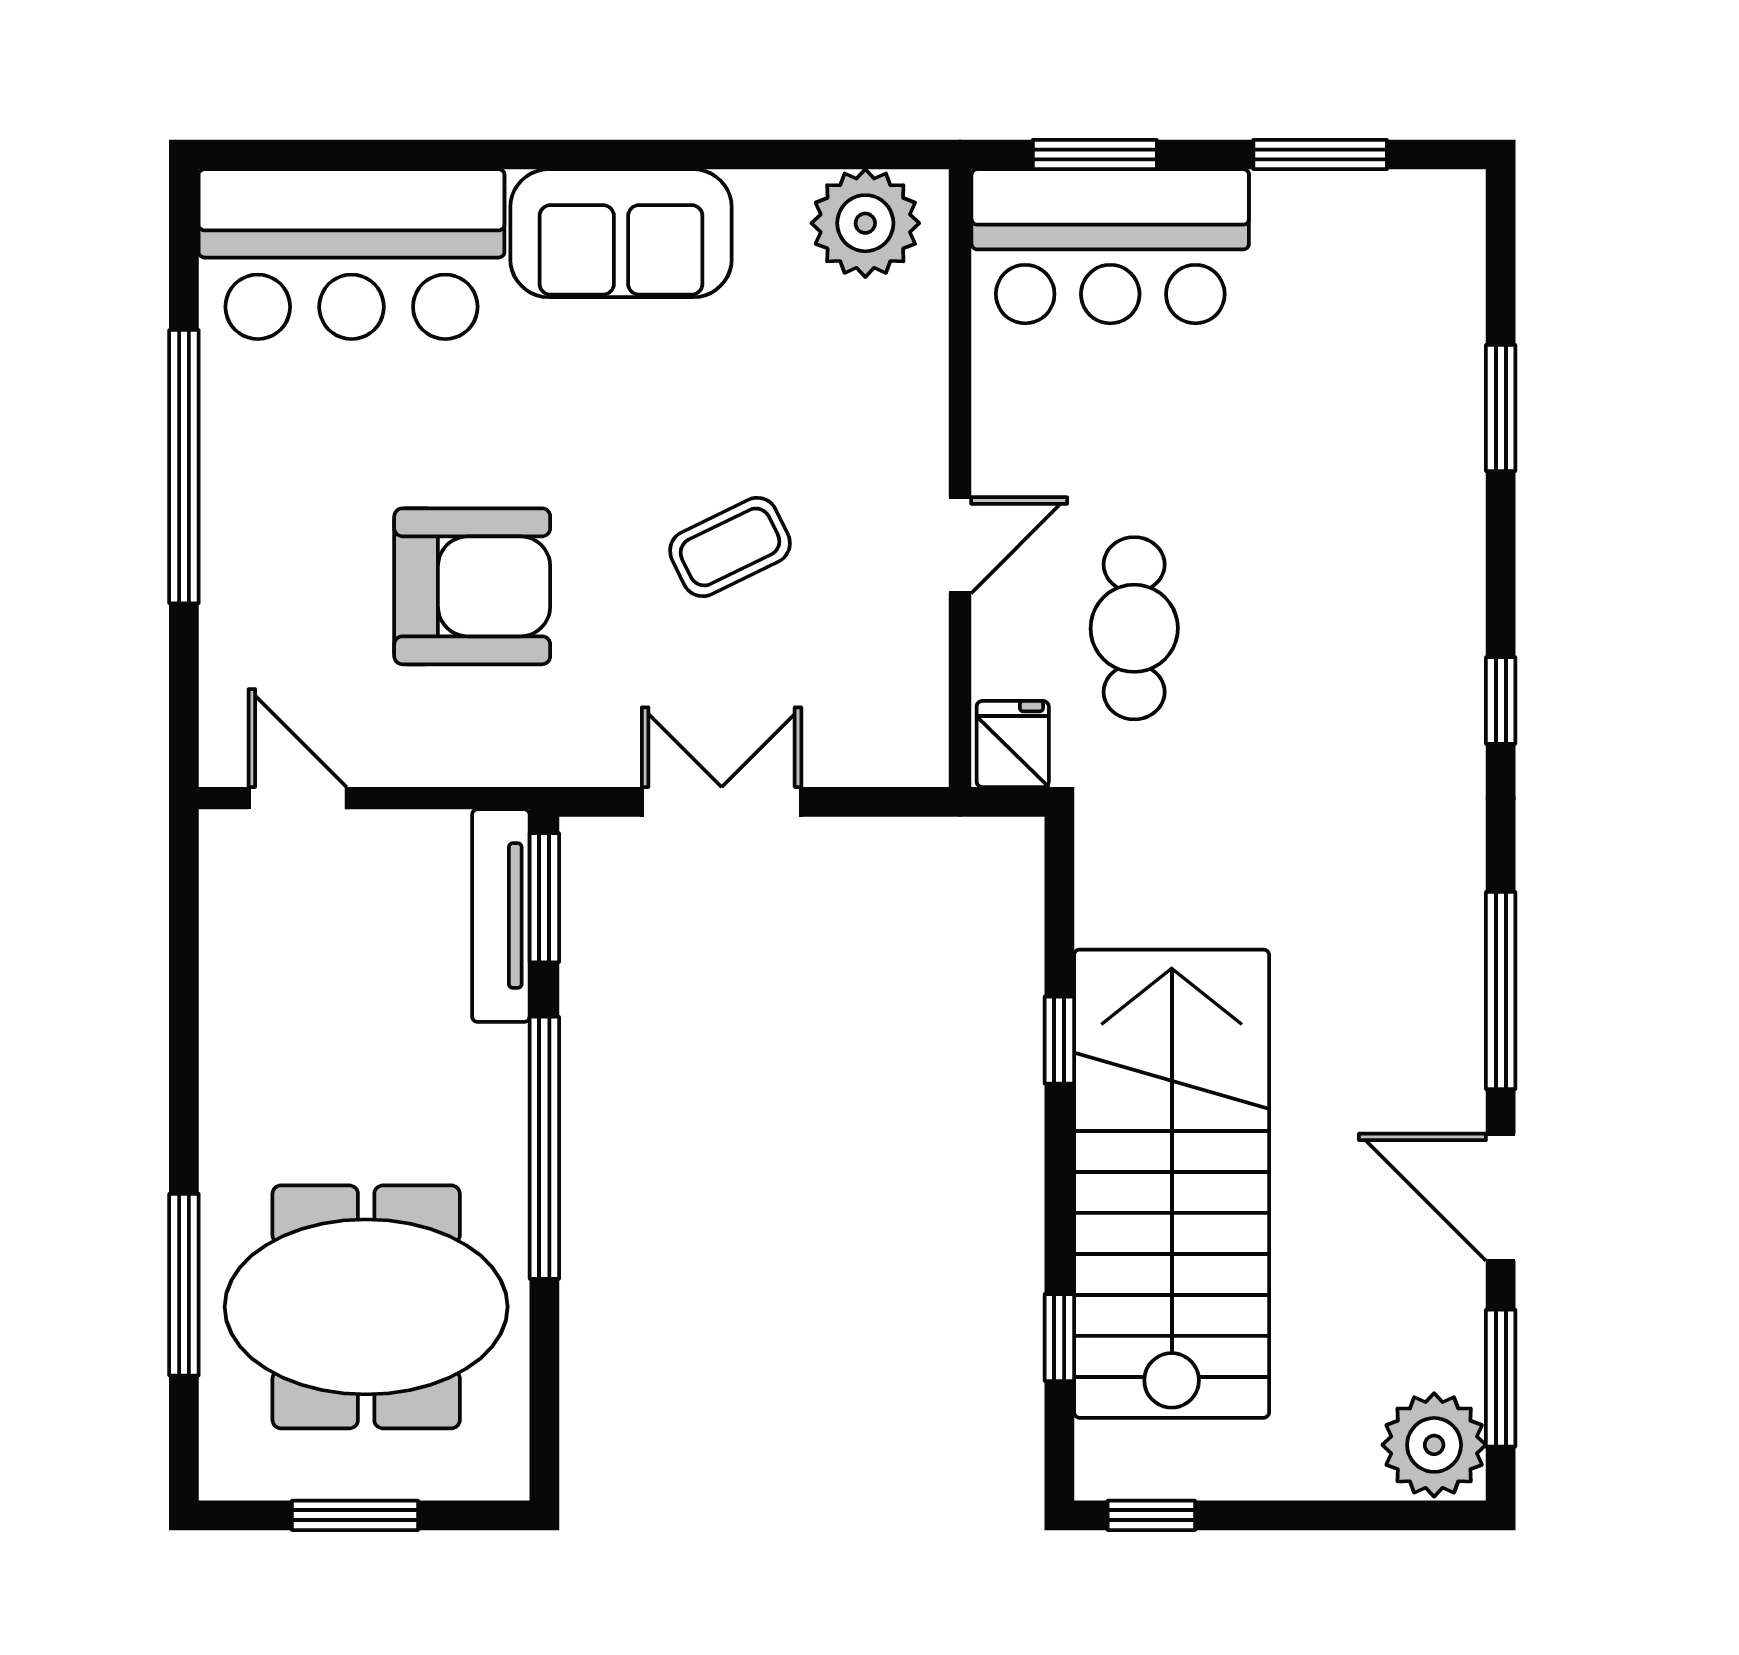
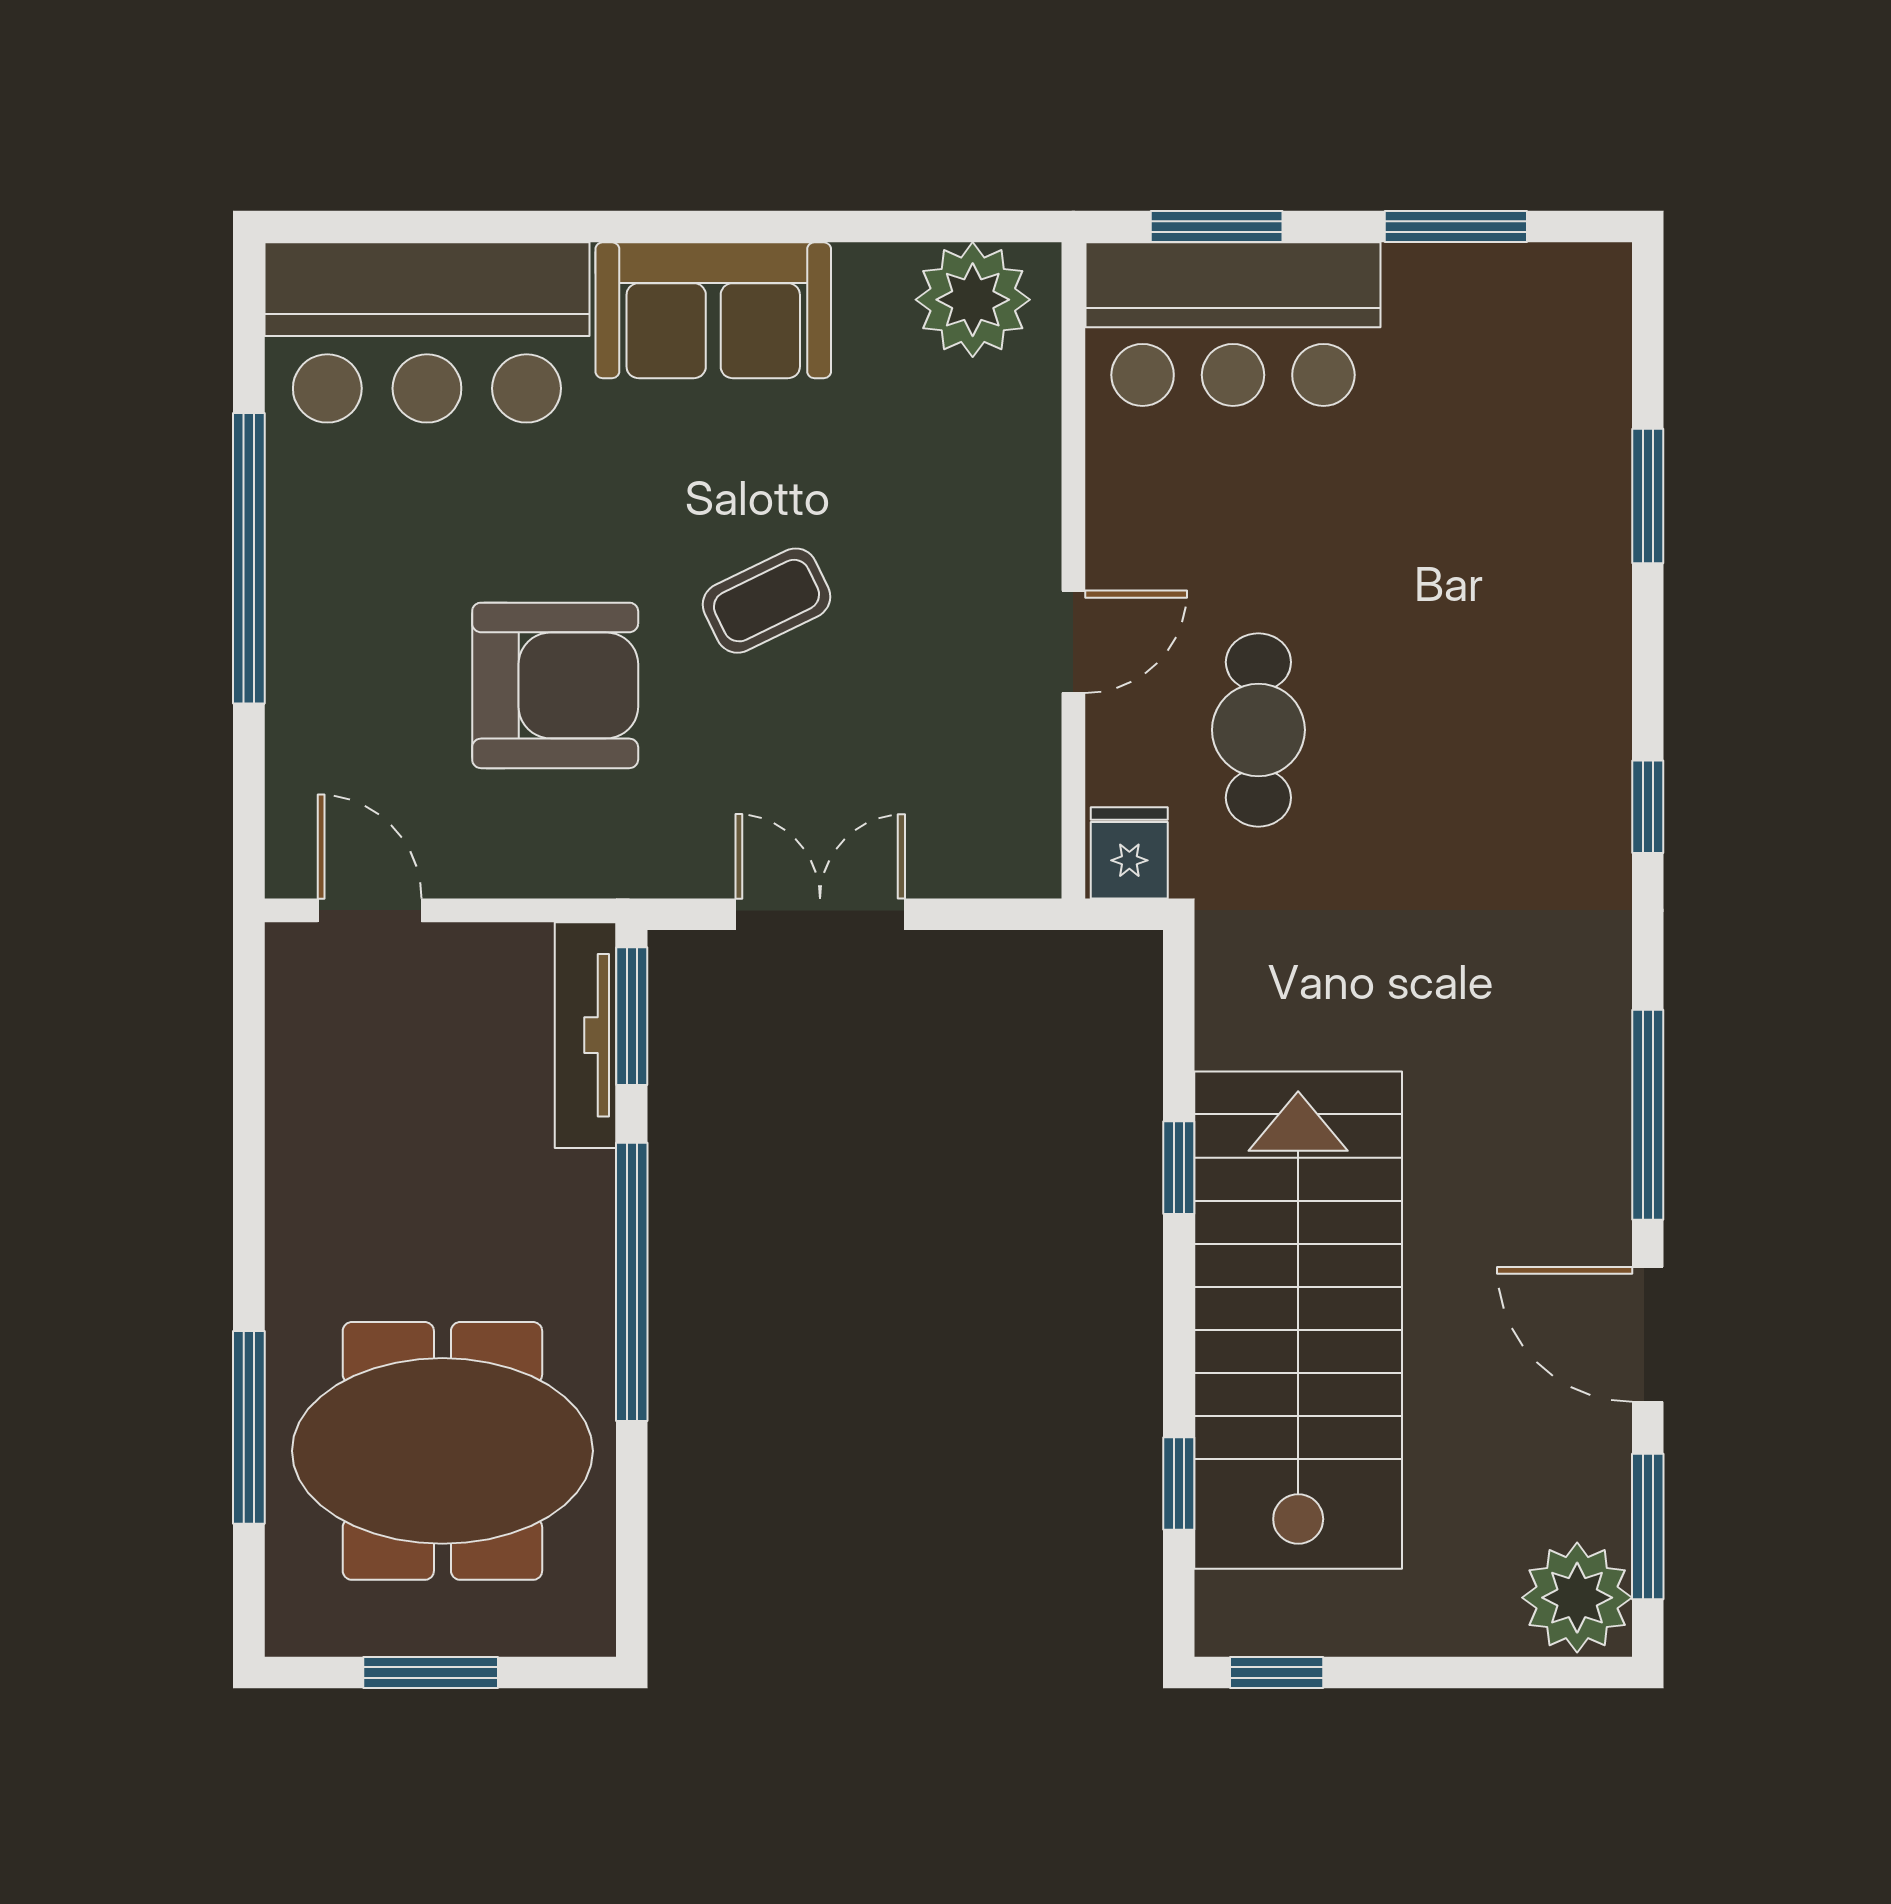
coffee table: (730, 547) -> (766, 601), moved

